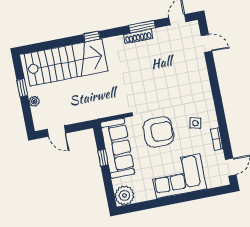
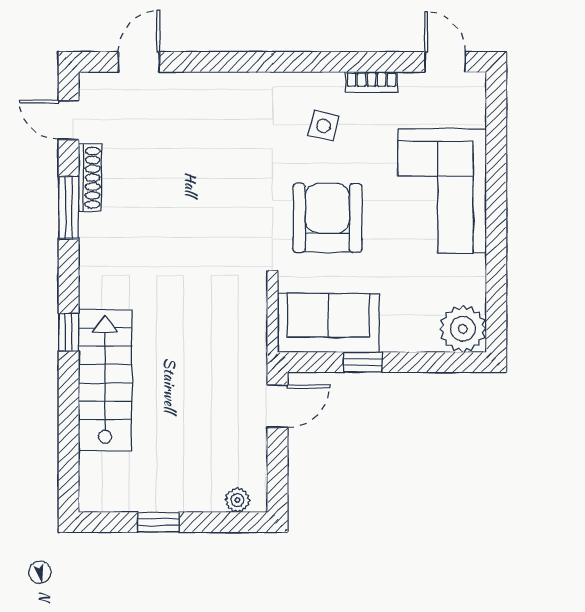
shoe rack: (138, 36) -> (90, 178), moved
stairs: (66, 63) -> (105, 380), width x0.73, depth x0.66
plant: (34, 101) -> (237, 500), moved
door: (56, 131) -> (277, 406), moved
sofa: (118, 148) -> (328, 323), width x0.73

